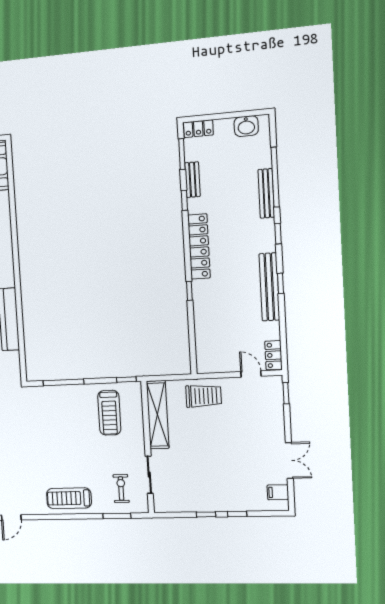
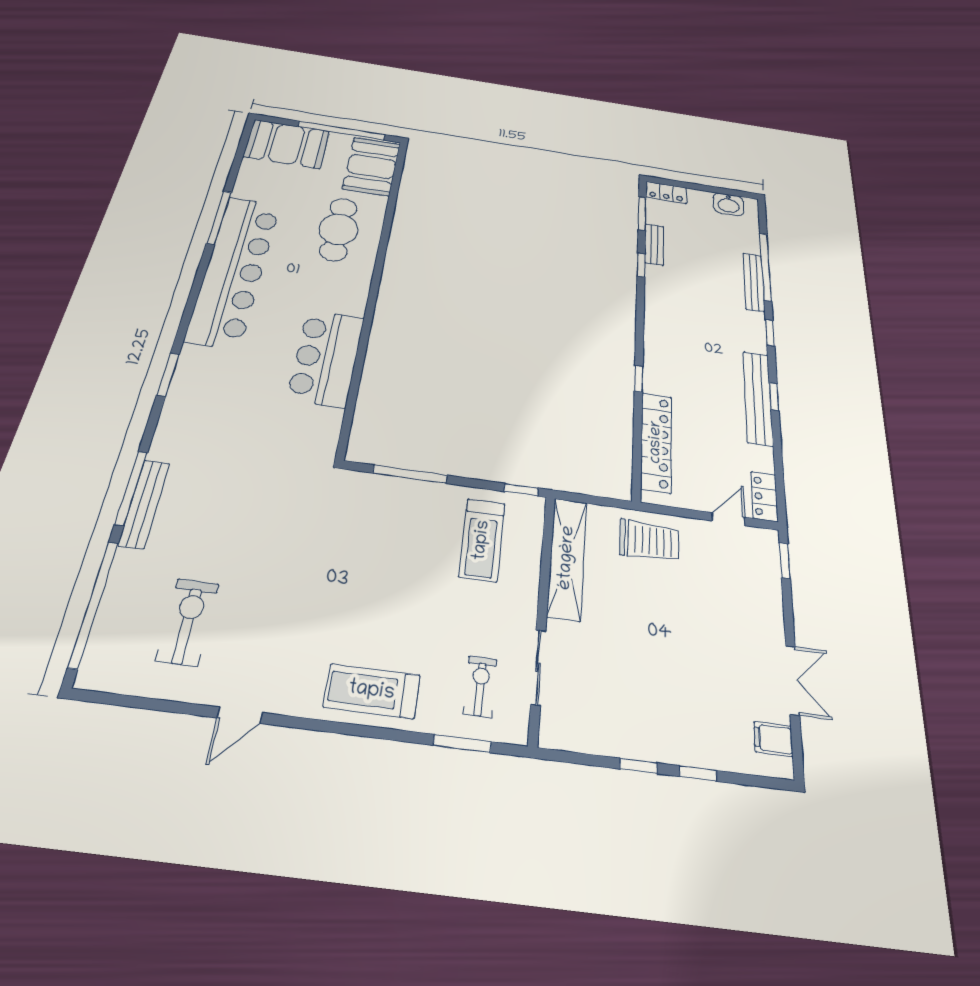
locker: (199, 246) -> (656, 442), moved
door: (251, 374) -> (729, 519), hinge flipped

